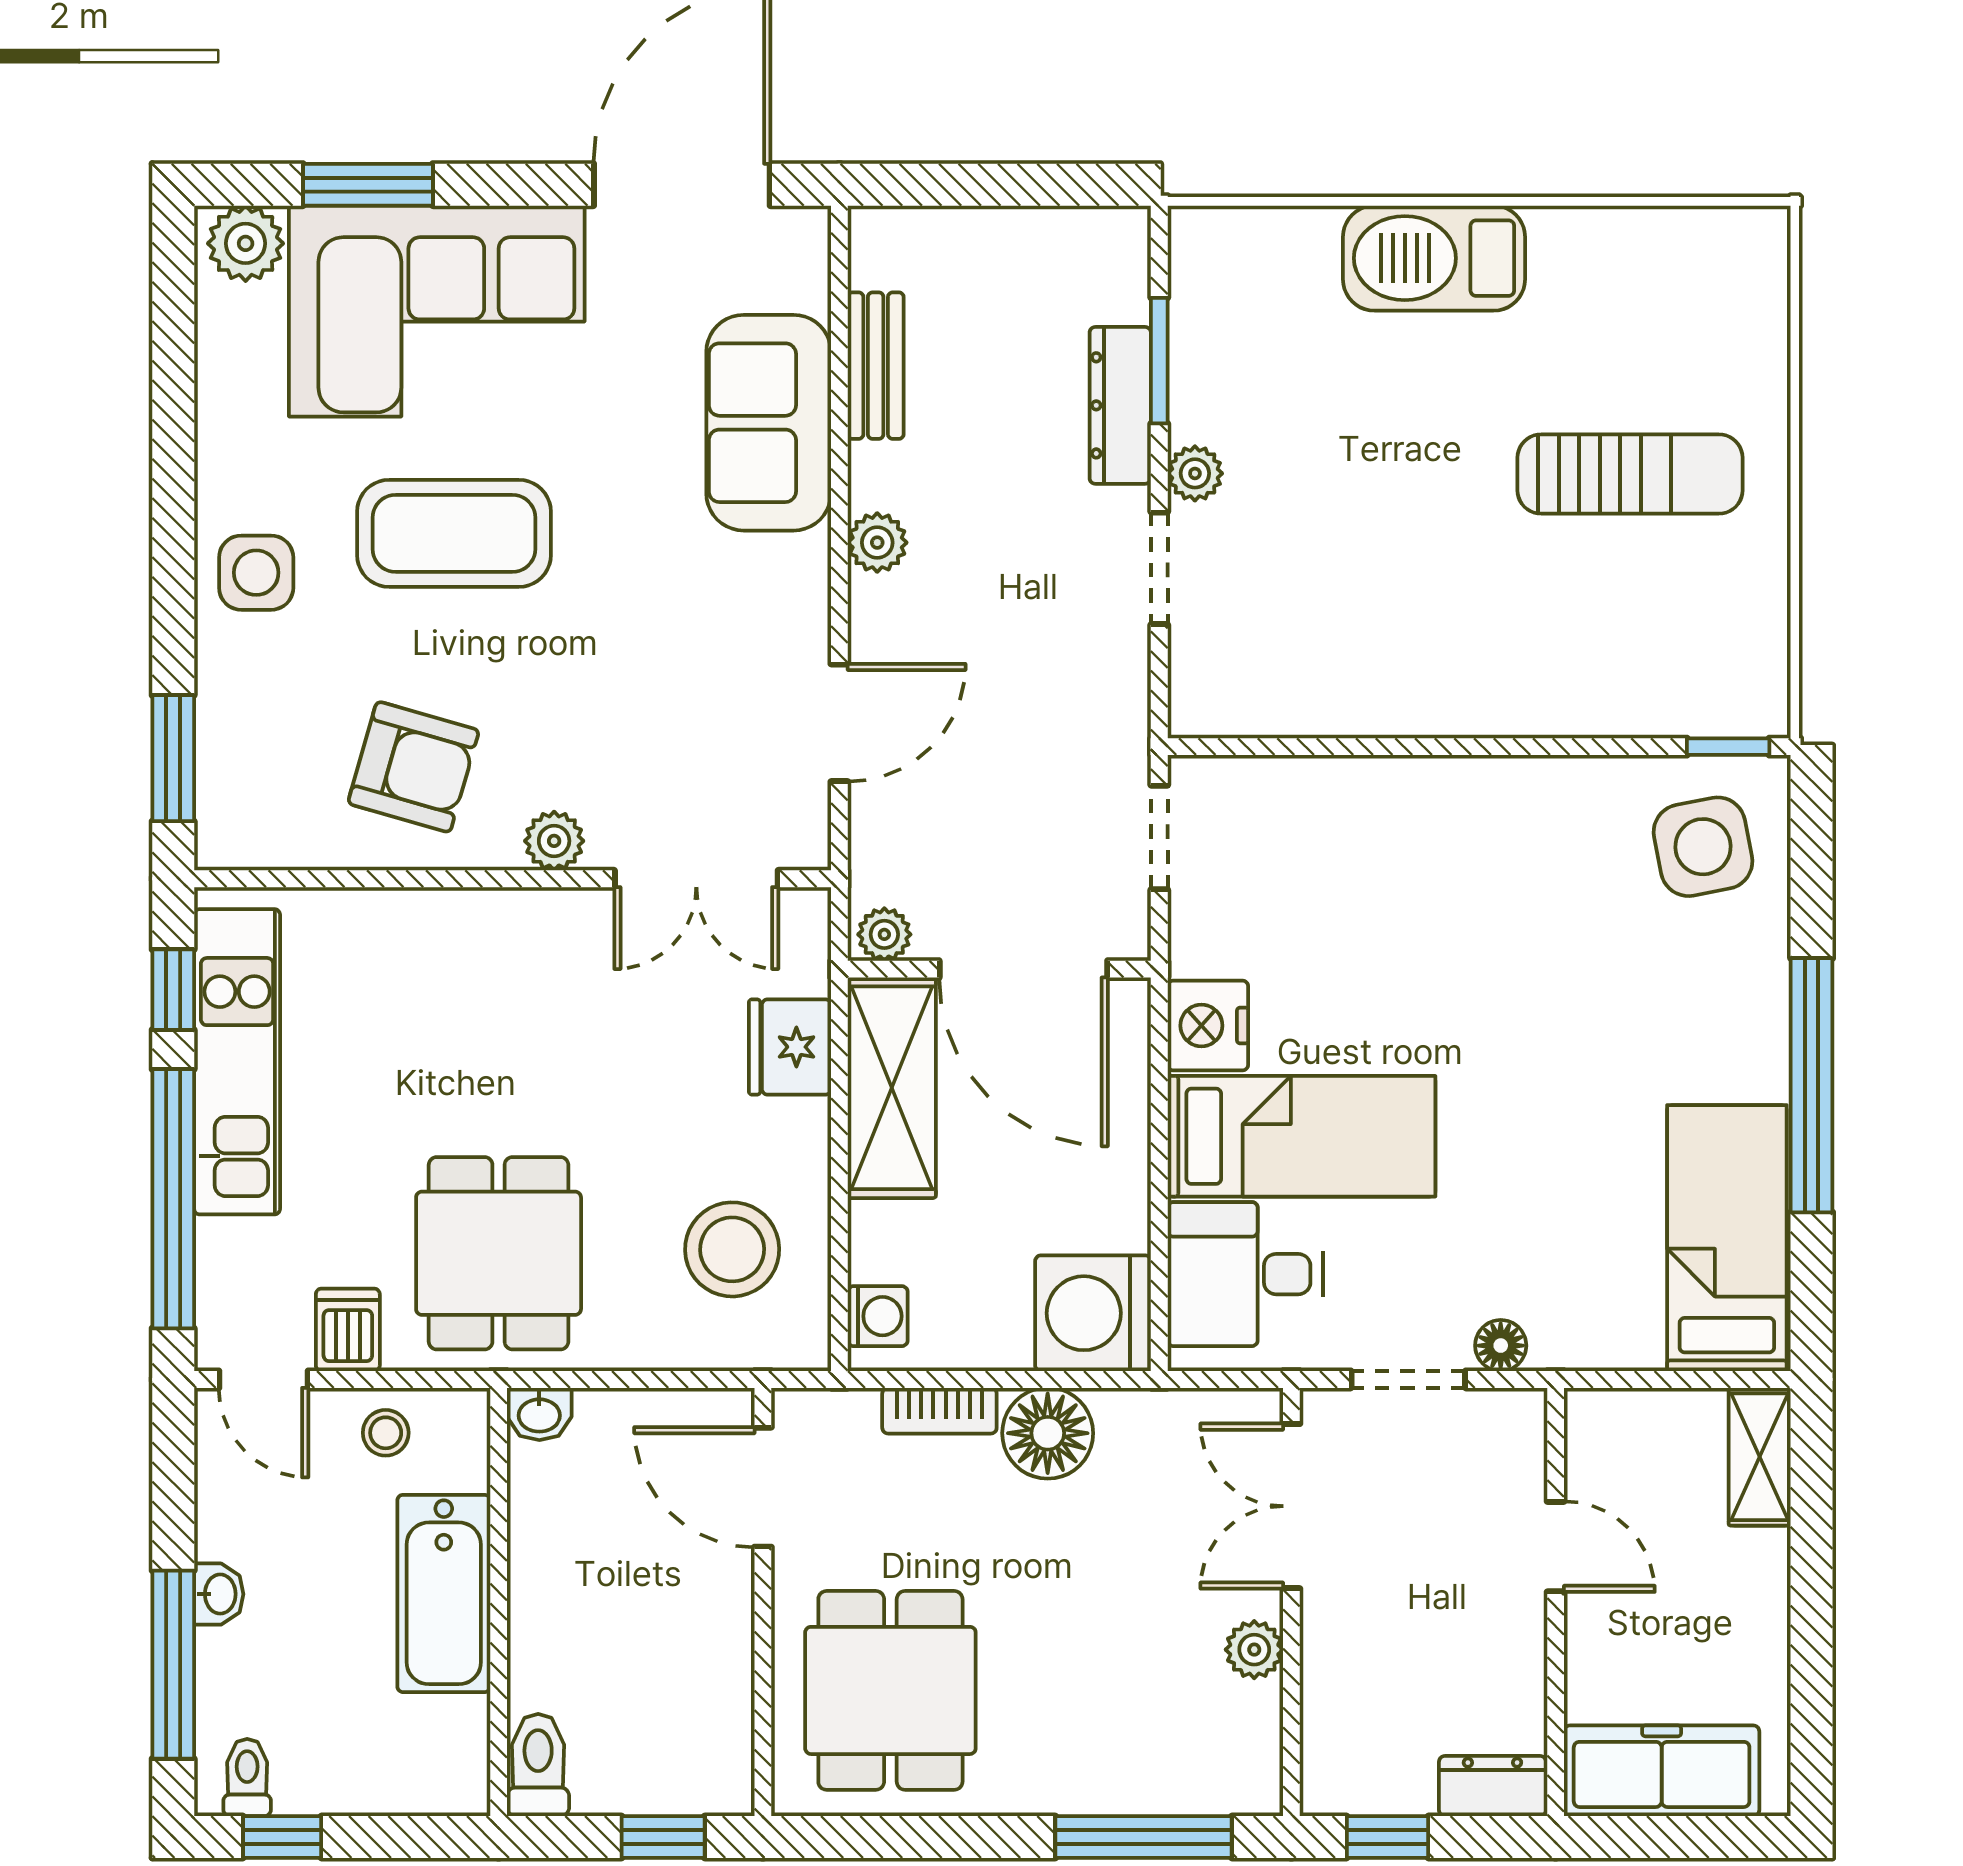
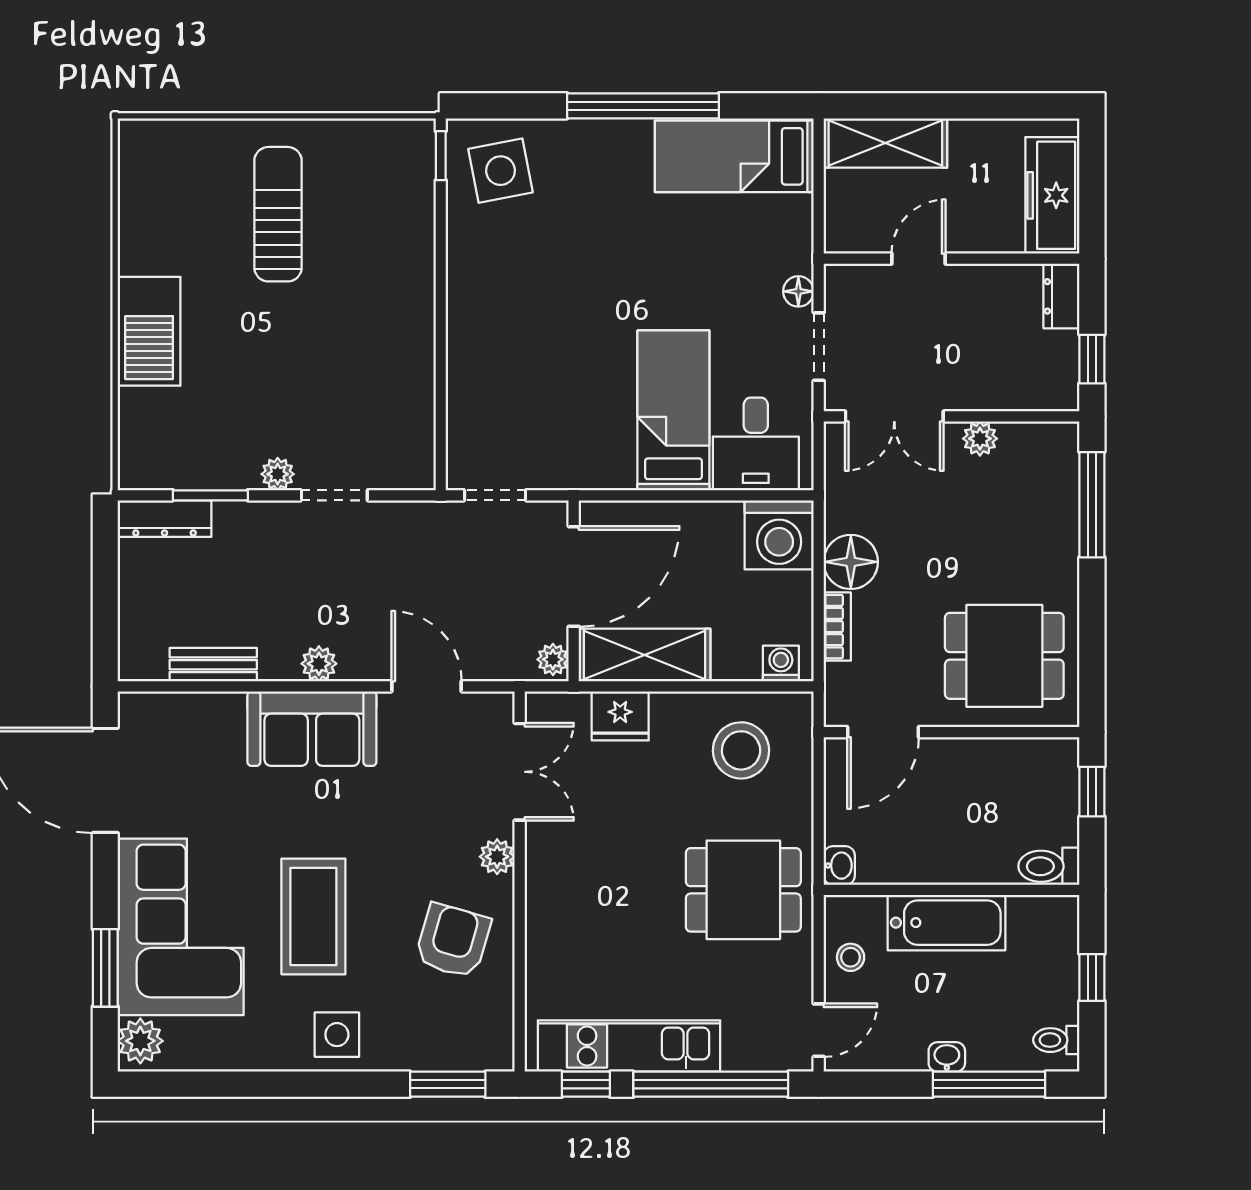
dresser: (1120, 405) -> (165, 519), moved
sofa: (769, 423) -> (312, 729), moved
nightstand: (1208, 1026) -> (607, 466), removed
dishwasher: (348, 1330) -> (789, 980), removed
shelving: (1760, 1457) -> (885, 143), width x1.50, depth x1.33
window: (282, 1837) -> (1092, 977), moved

